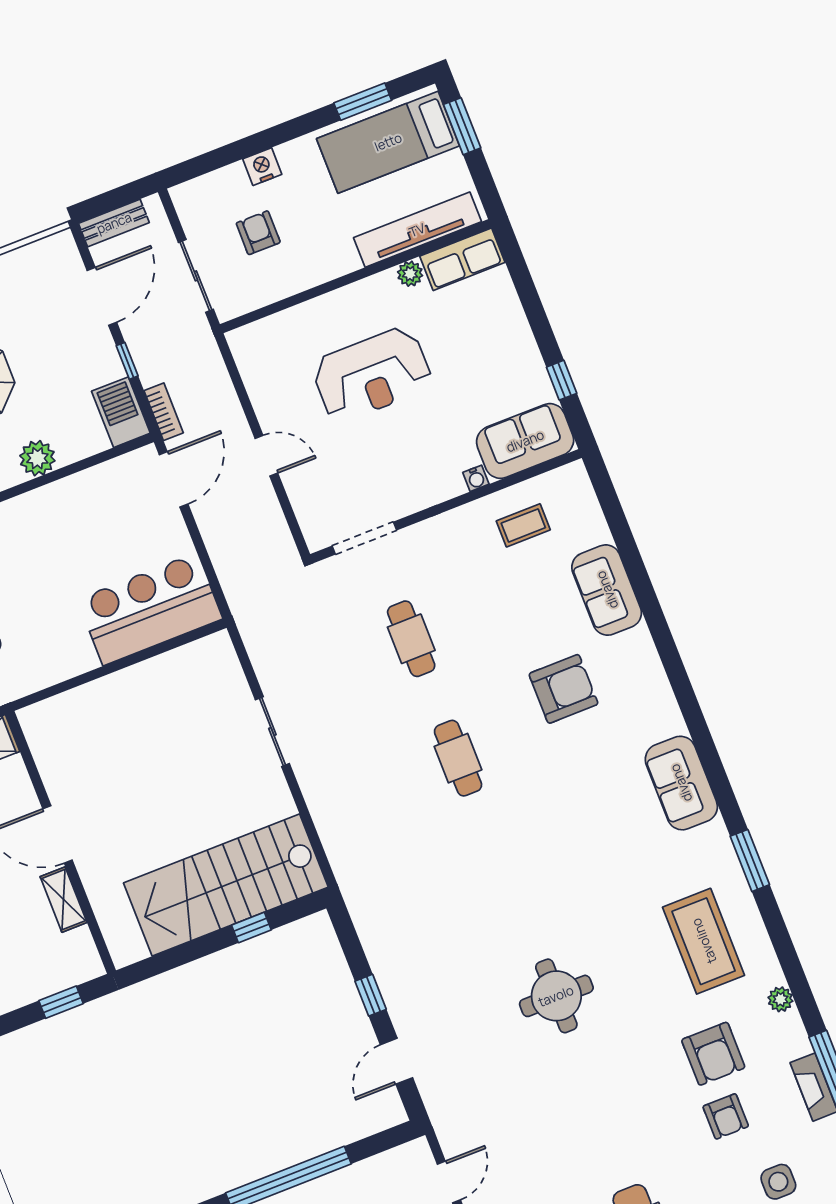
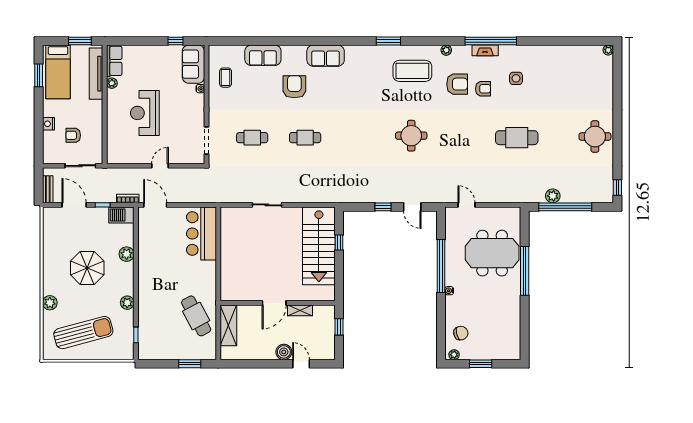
window: (462, 126) -> (80, 41), moved
reception desk: (372, 374) -> (145, 113), turned 180
sofa: (681, 783) -> (326, 56), moved

